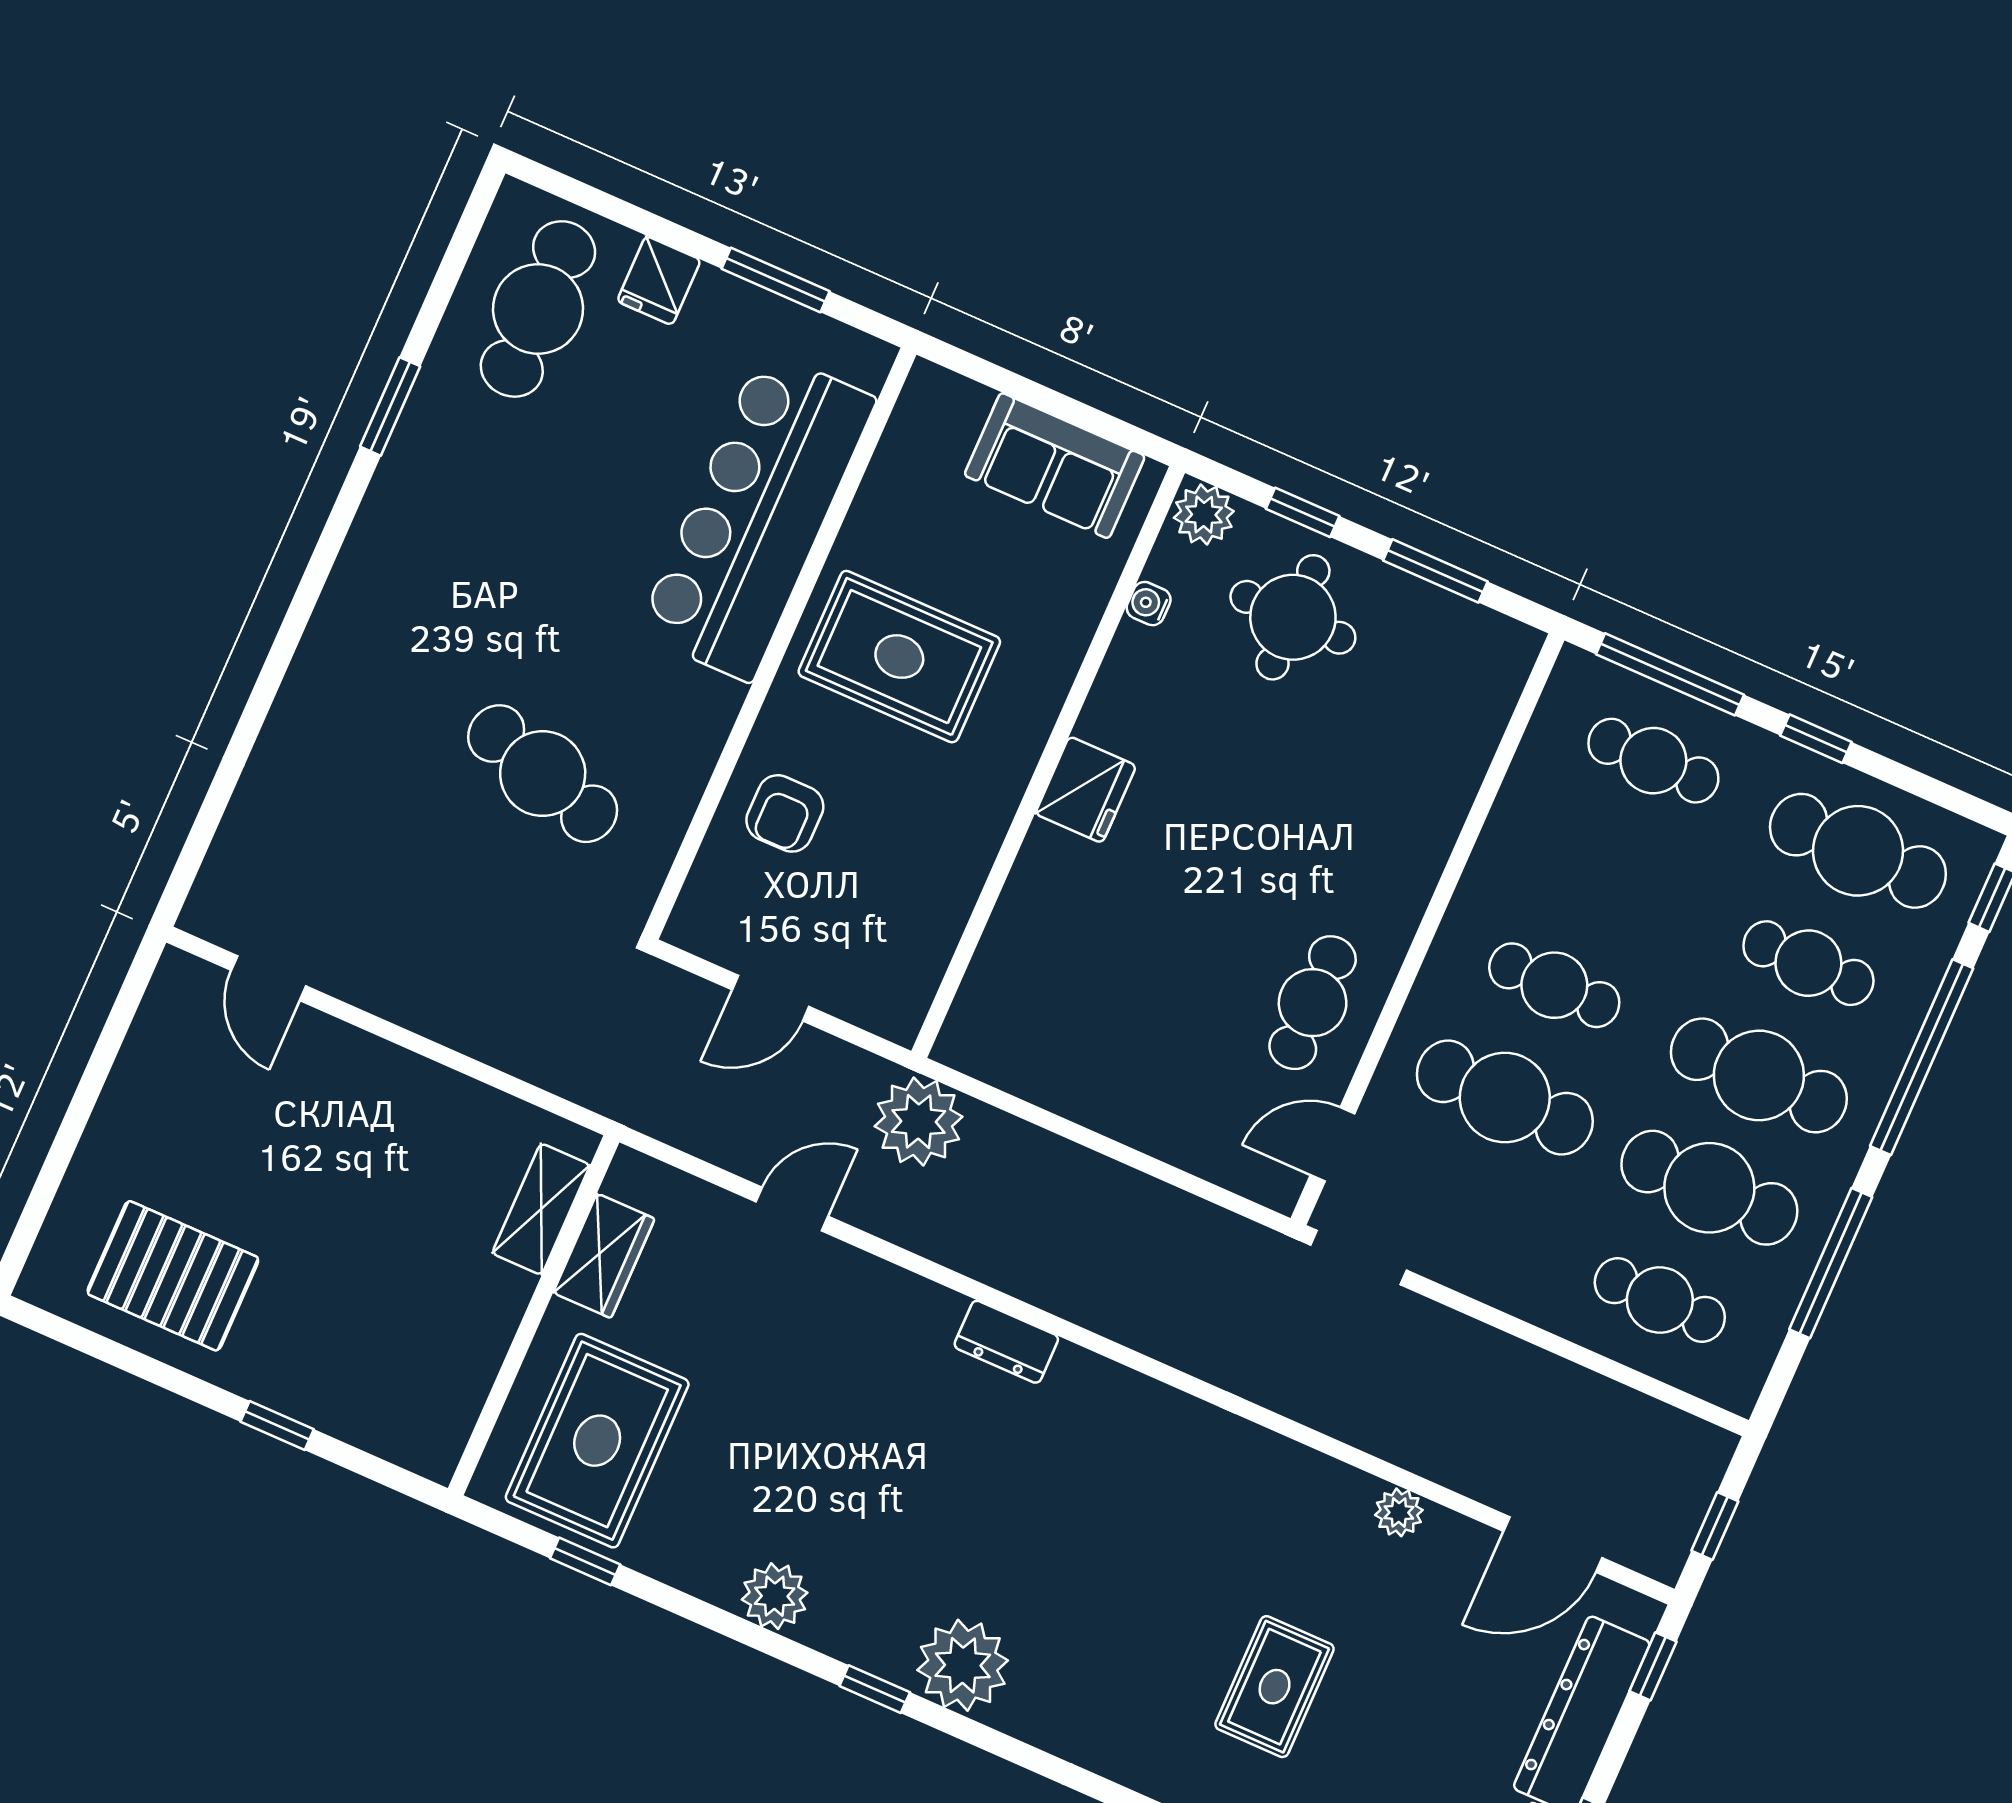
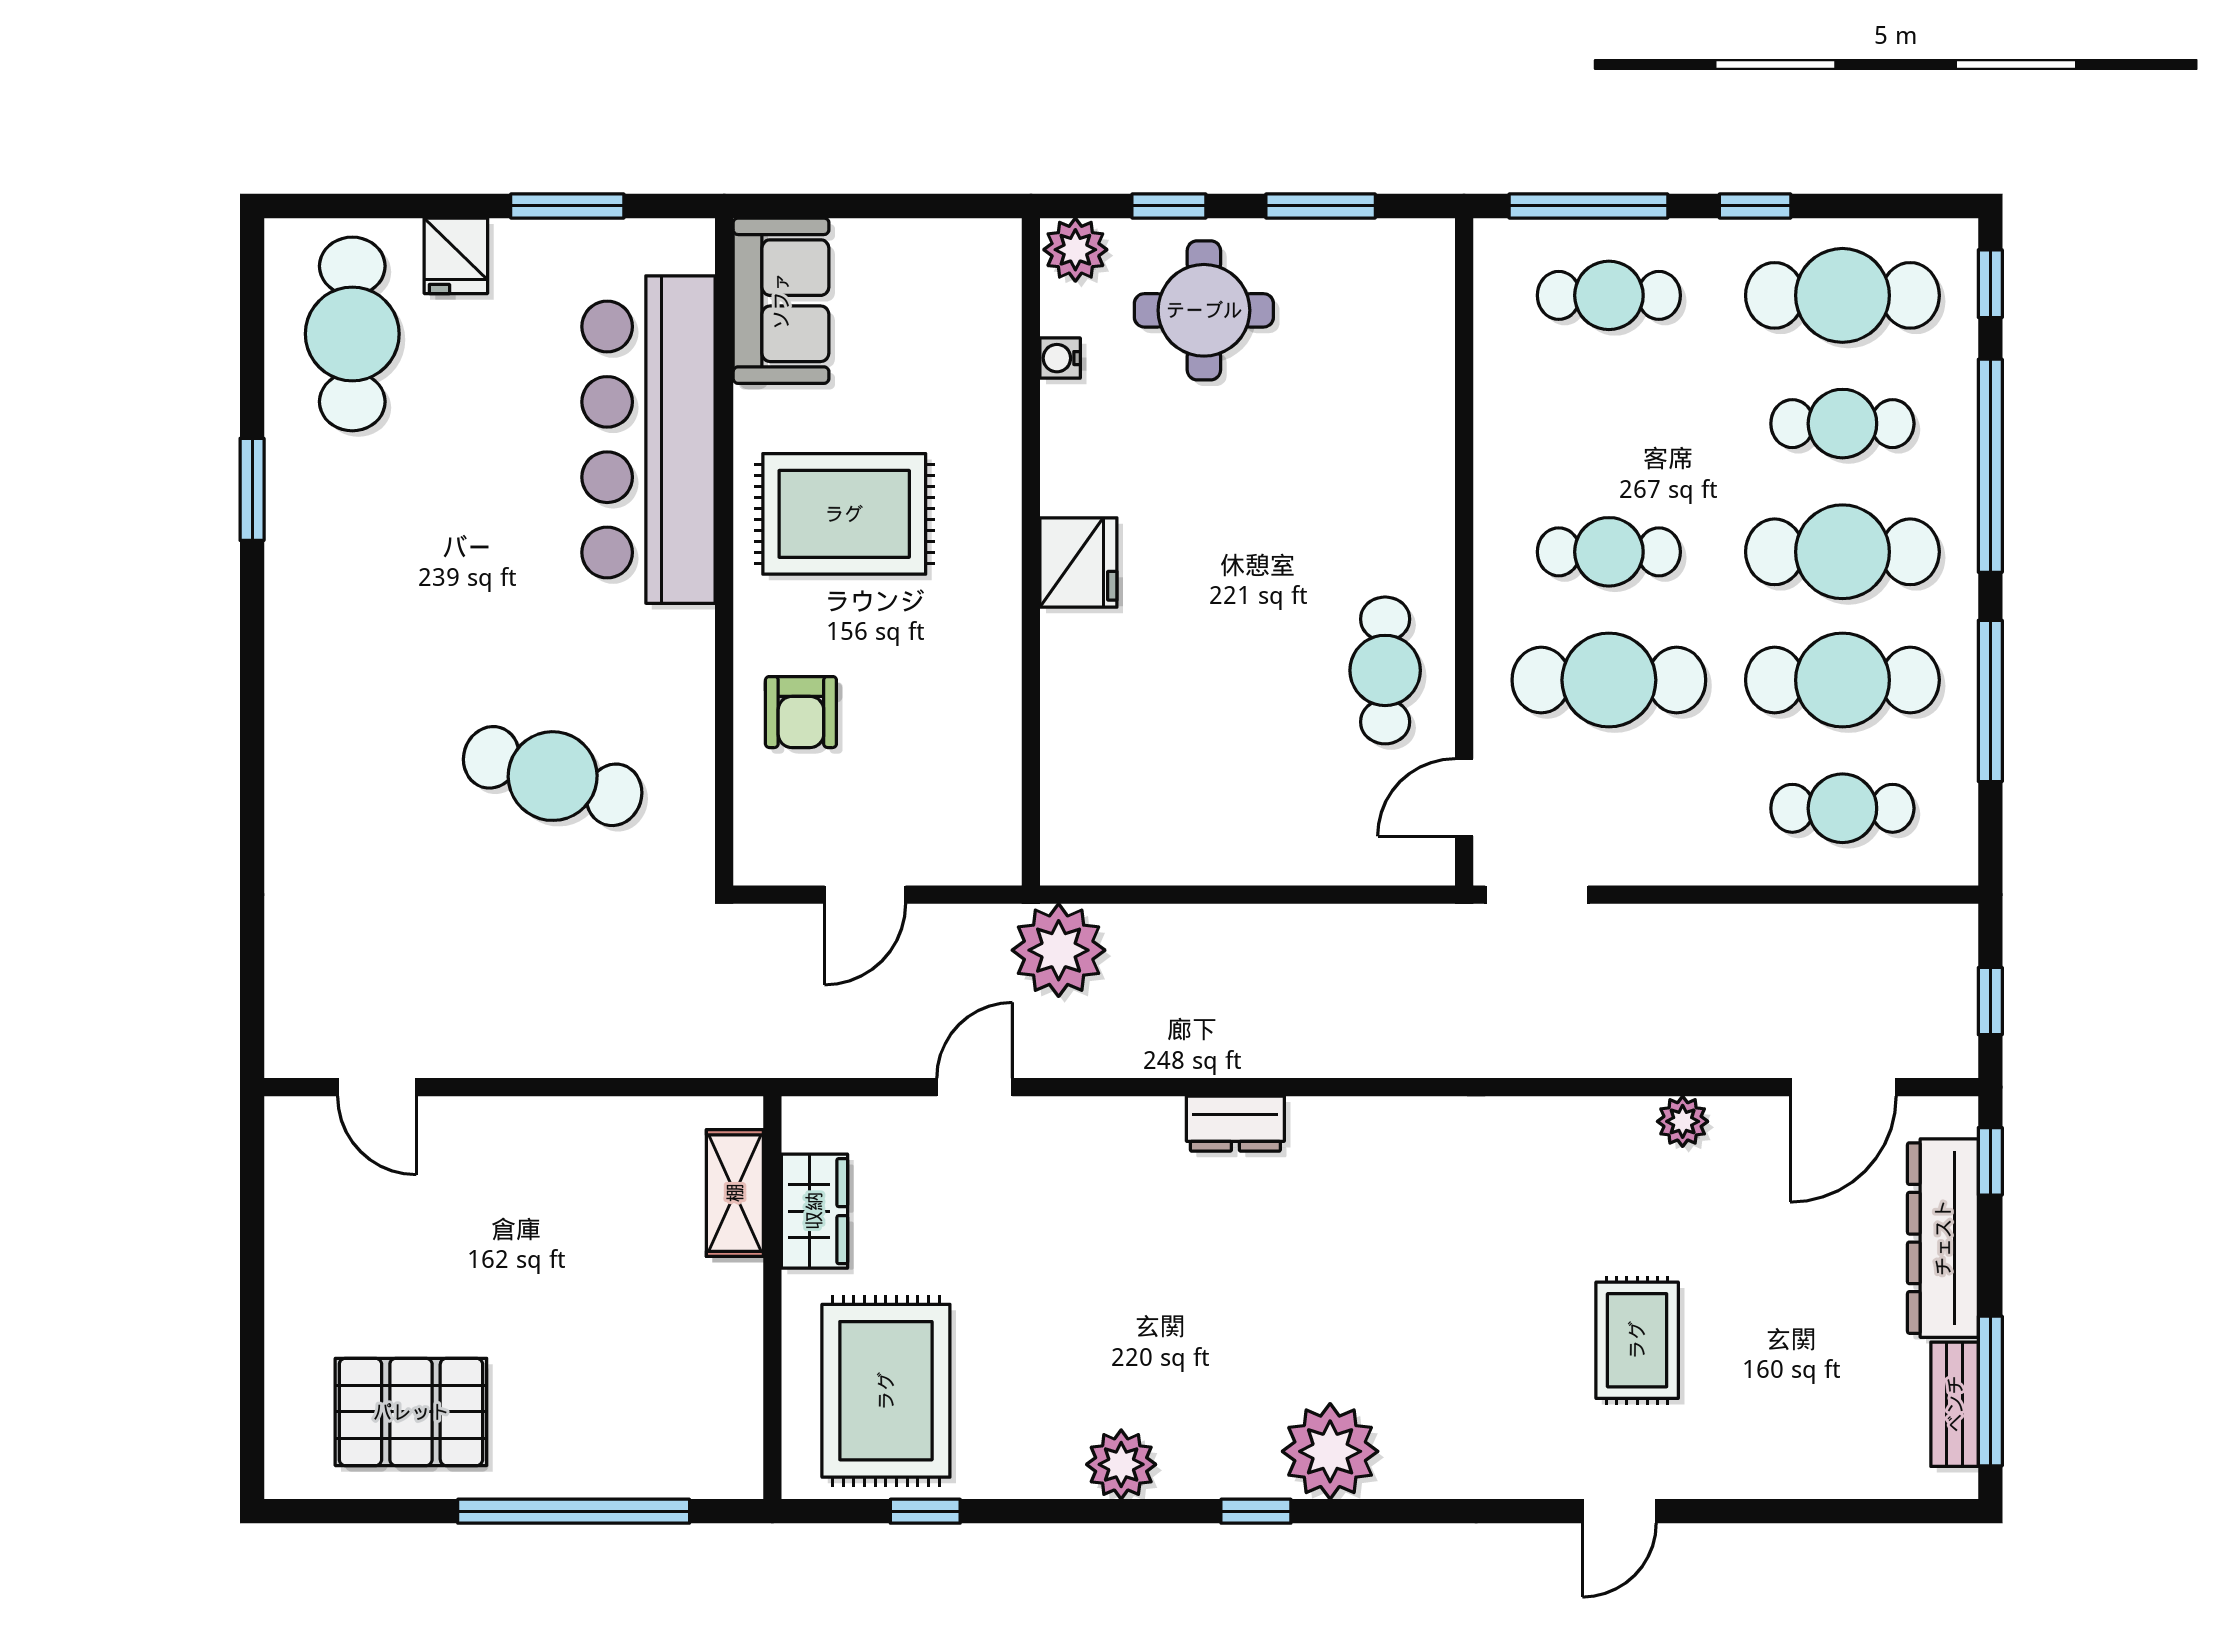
sofa: (1055, 466) -> (781, 301), moved, turned -90
window: (277, 1426) -> (574, 1511), width x3.17

